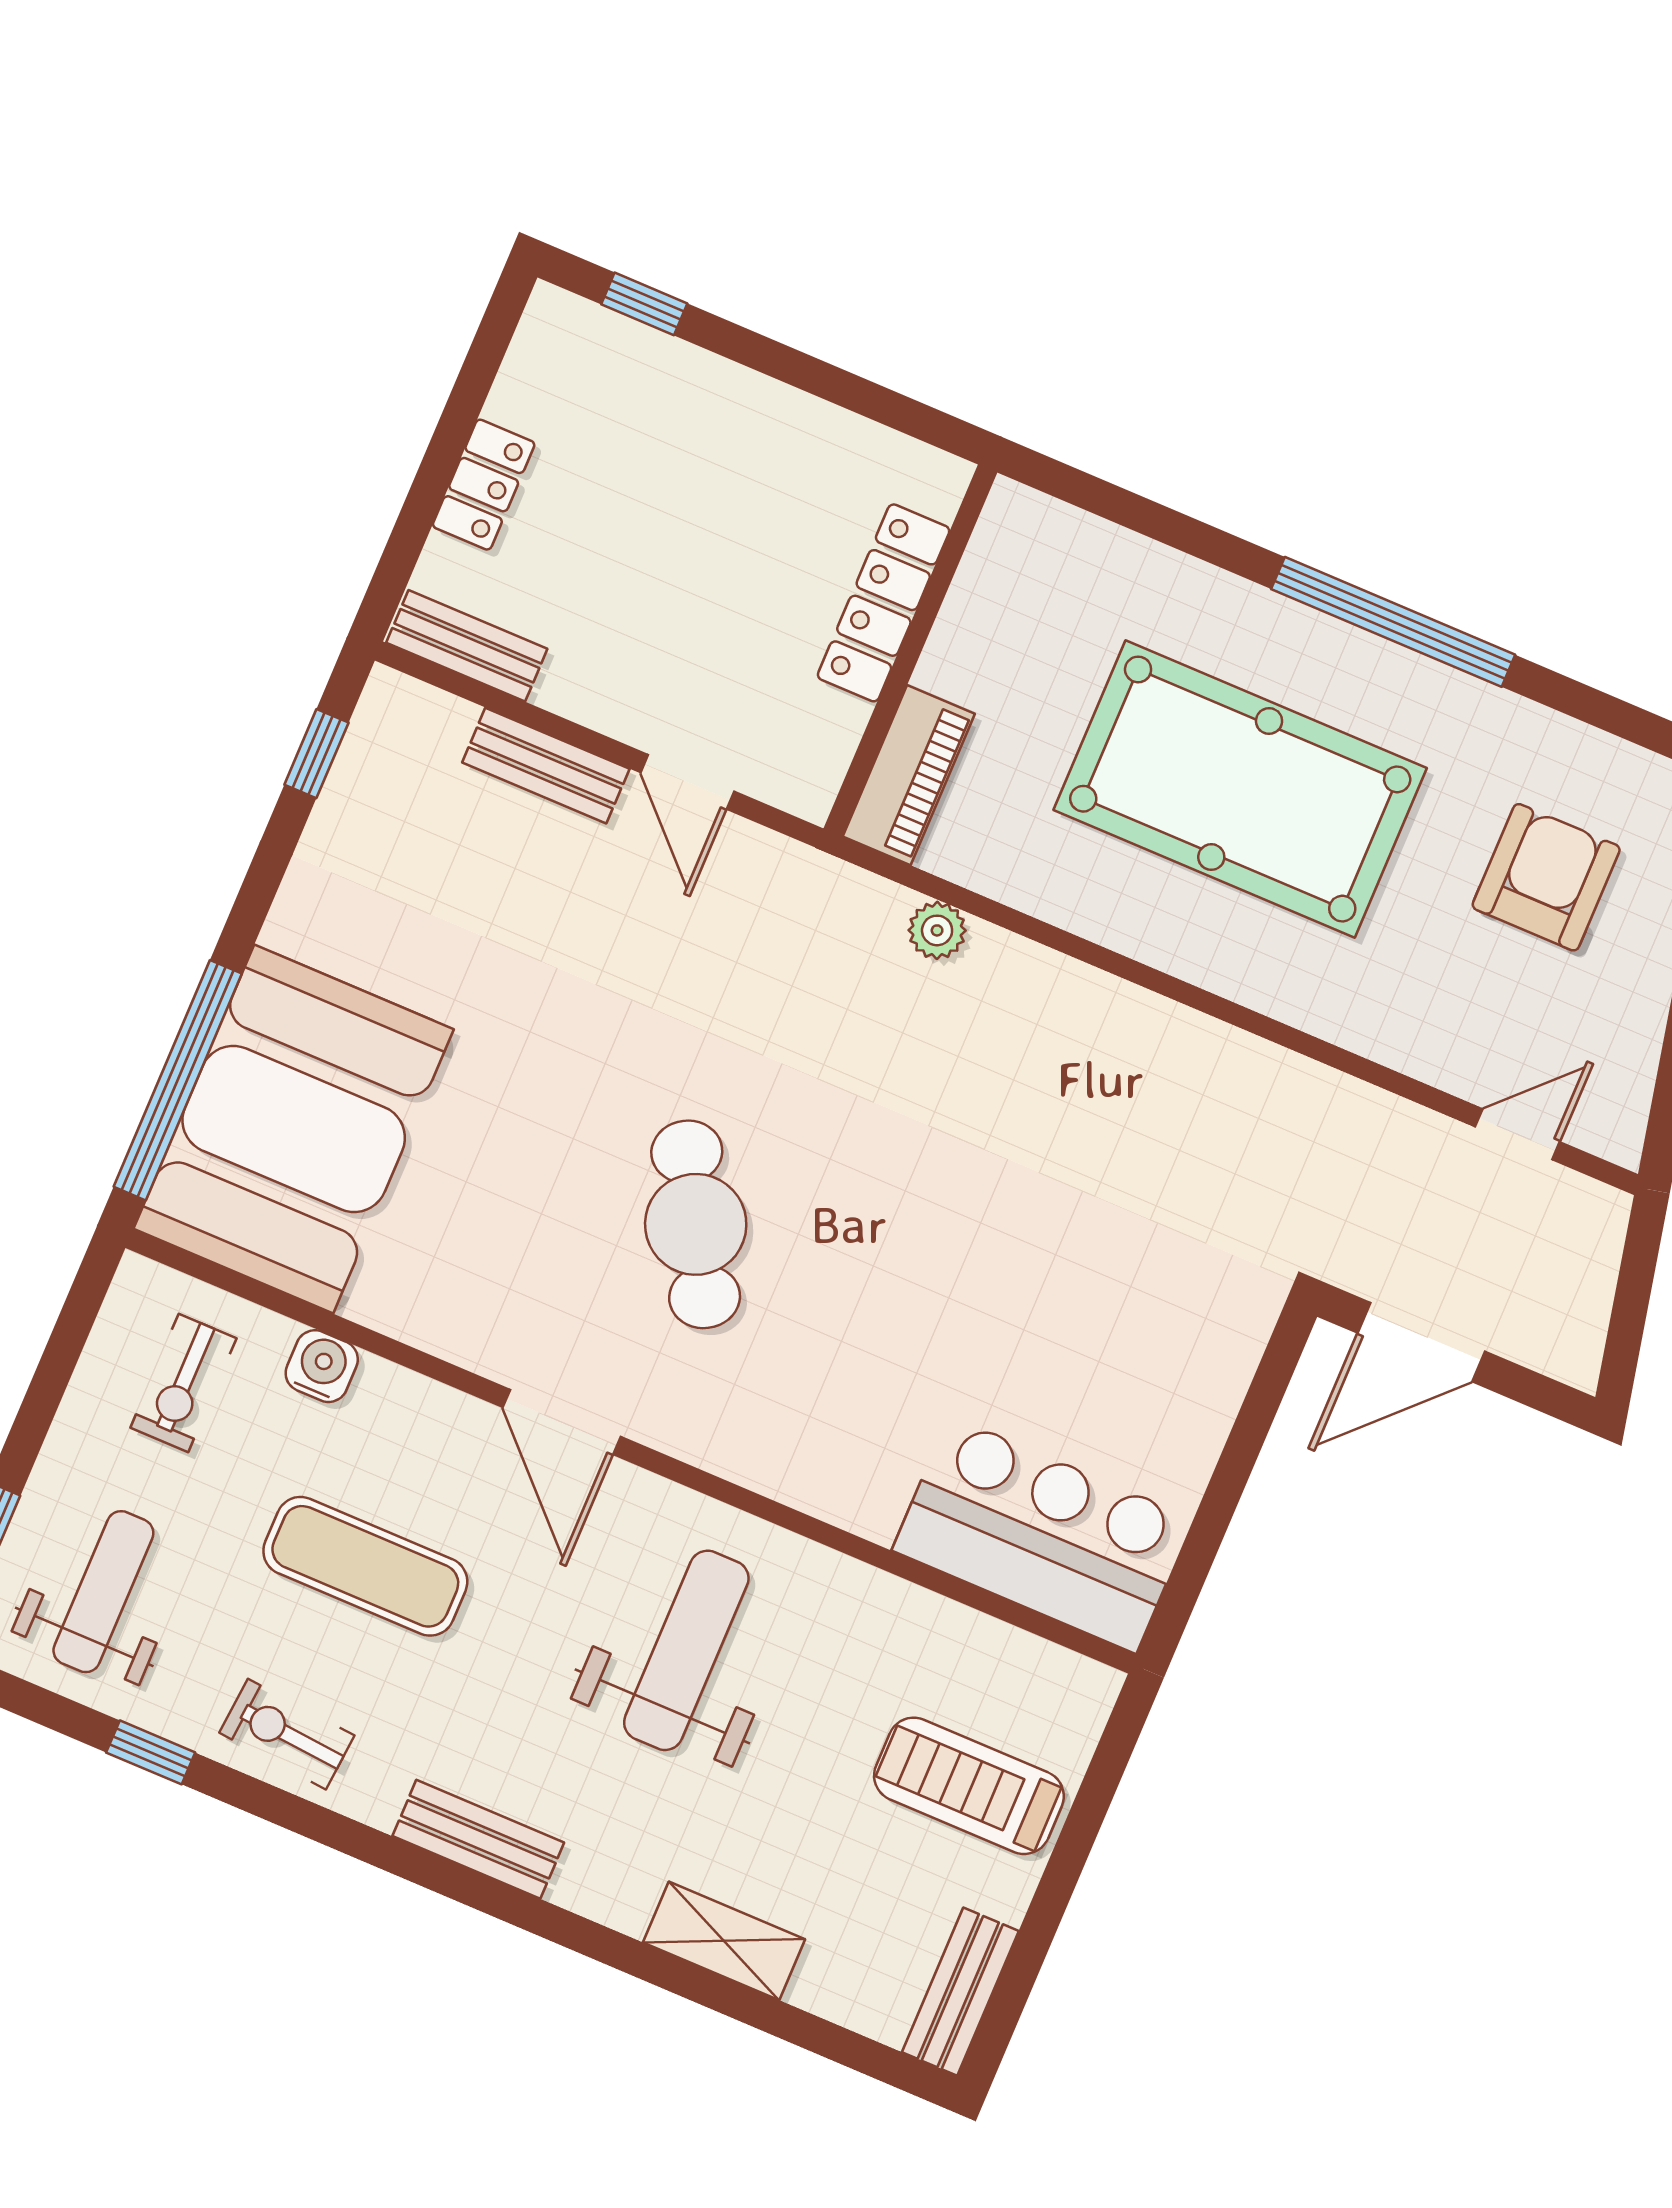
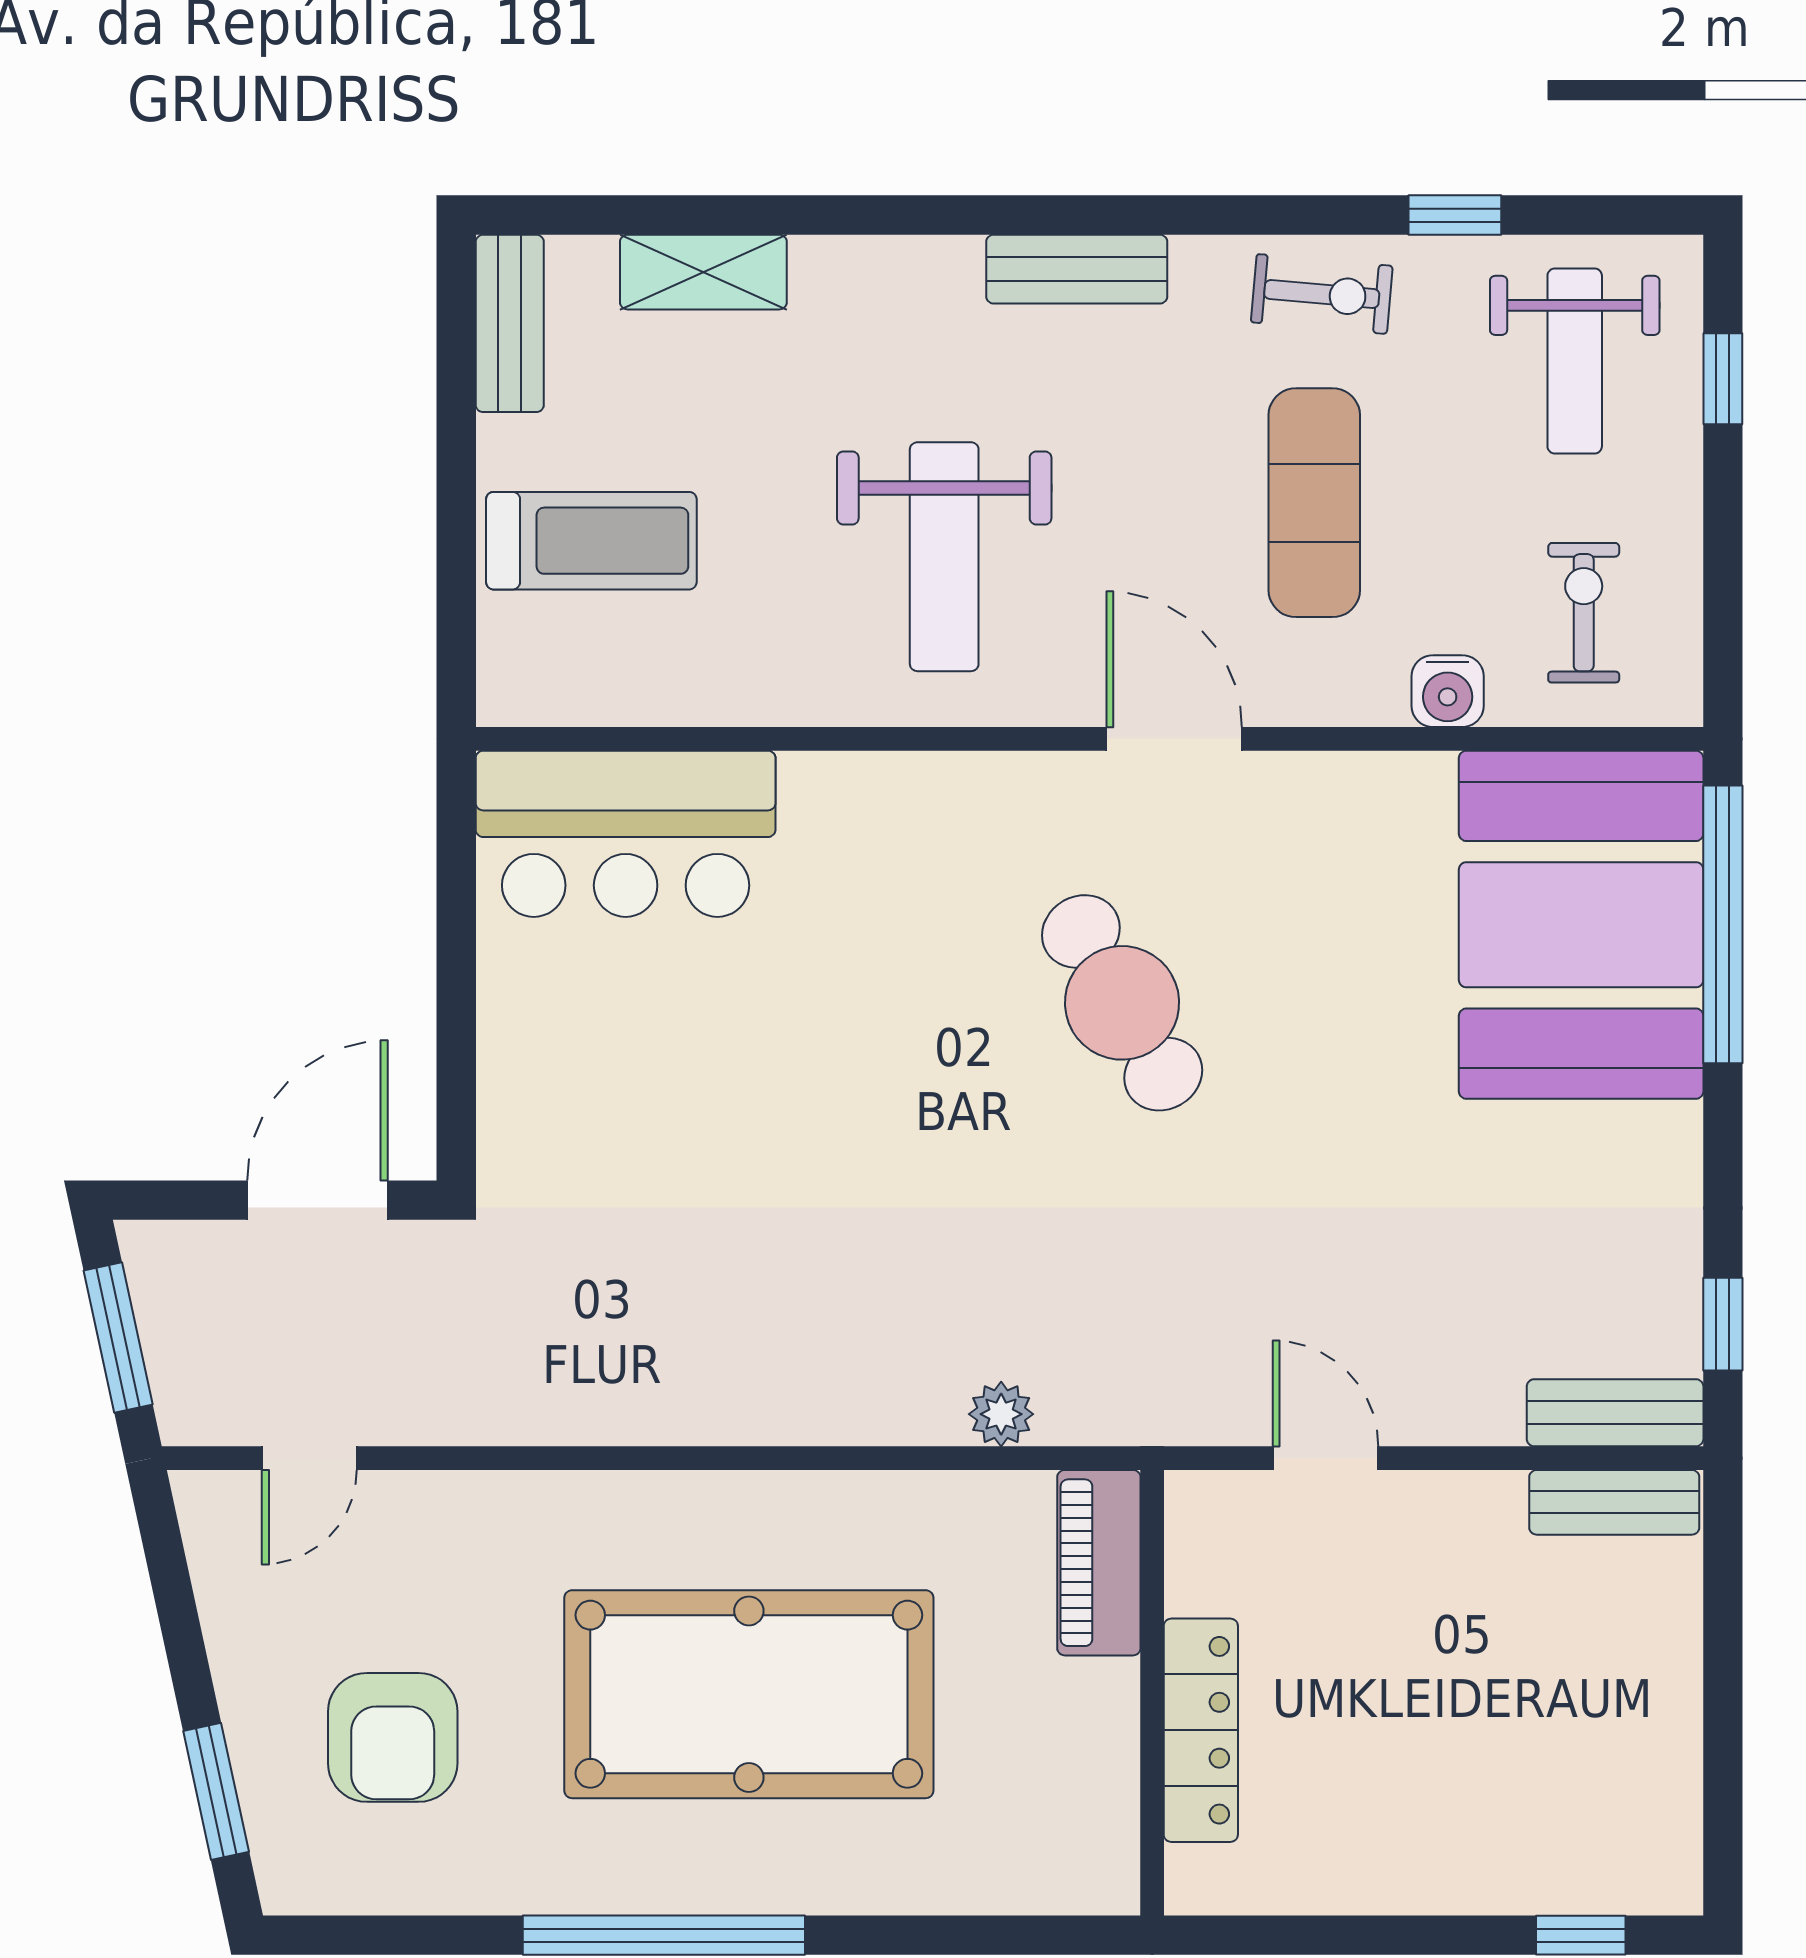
locker: (484, 485) -> (1668, 1677), removed
bench: (546, 766) -> (1615, 1413), moved
window: (1632, 1299) -> (118, 1338), added
exercise mat: (365, 1566) -> (1314, 503), turned 90
shelving: (724, 1941) -> (703, 272), moved

